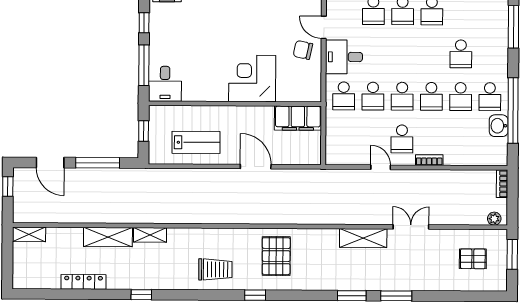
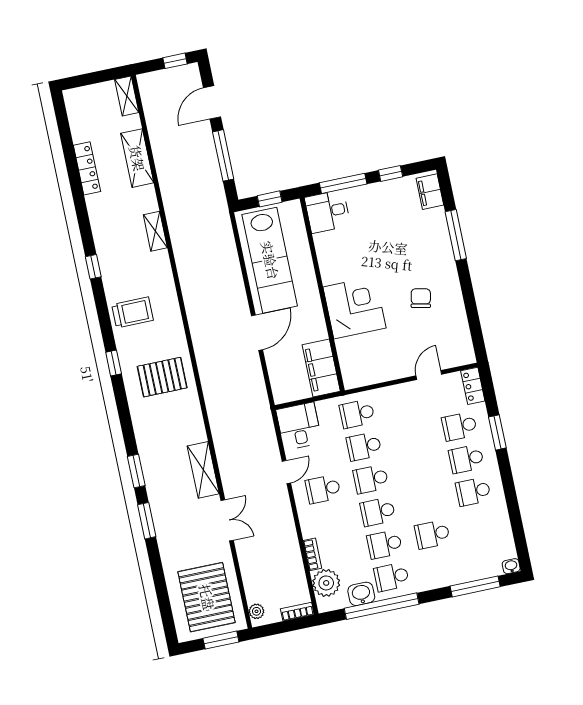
chair: (303, 50) -> (421, 298), moved
desk: (344, 57) -> (299, 426), moved
lab bench: (196, 142) -> (270, 260), width x1.86, depth x1.39
plant: (483, 154) -> (326, 583), added
bookcase: (429, 160) -> (312, 554), moved
shelving: (108, 237) -> (137, 158), moved
pallet: (473, 259) -> (207, 597), width x2.05, depth x2.00
trolley: (215, 269) -> (133, 312), turned -90
window: (141, 295) -> (93, 267), moved

